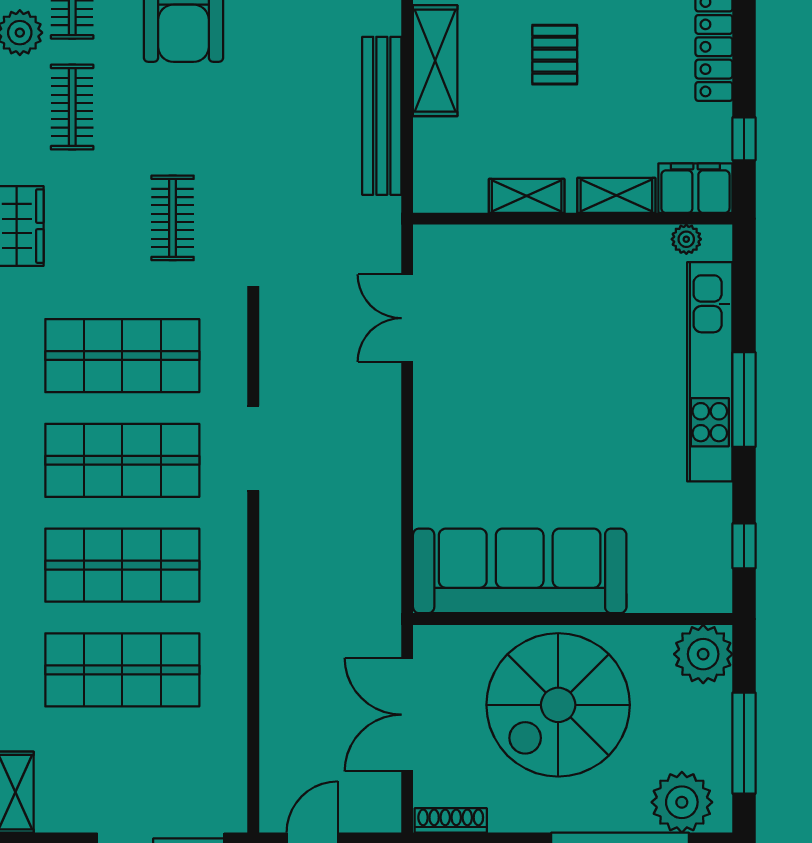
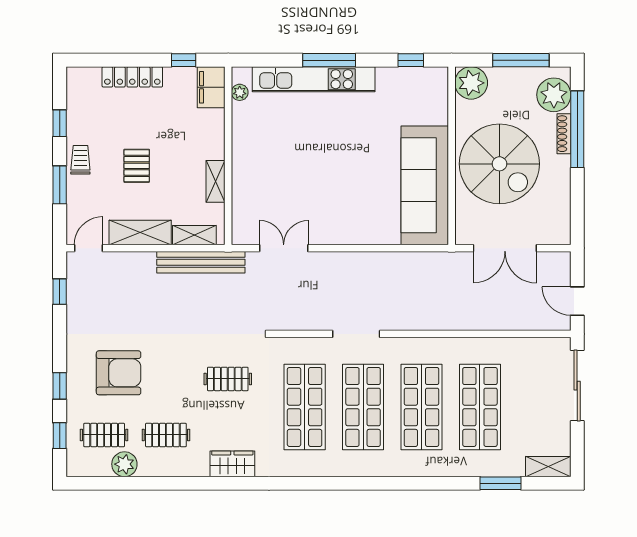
pallet: (555, 55) -> (137, 166), turned 90
bench: (382, 116) -> (201, 262), moved
shelving: (616, 195) -> (194, 235), moved, turned 90
double door: (407, 318) -> (284, 248), swing flipped
shoe rack: (451, 820) -> (564, 134), moved

